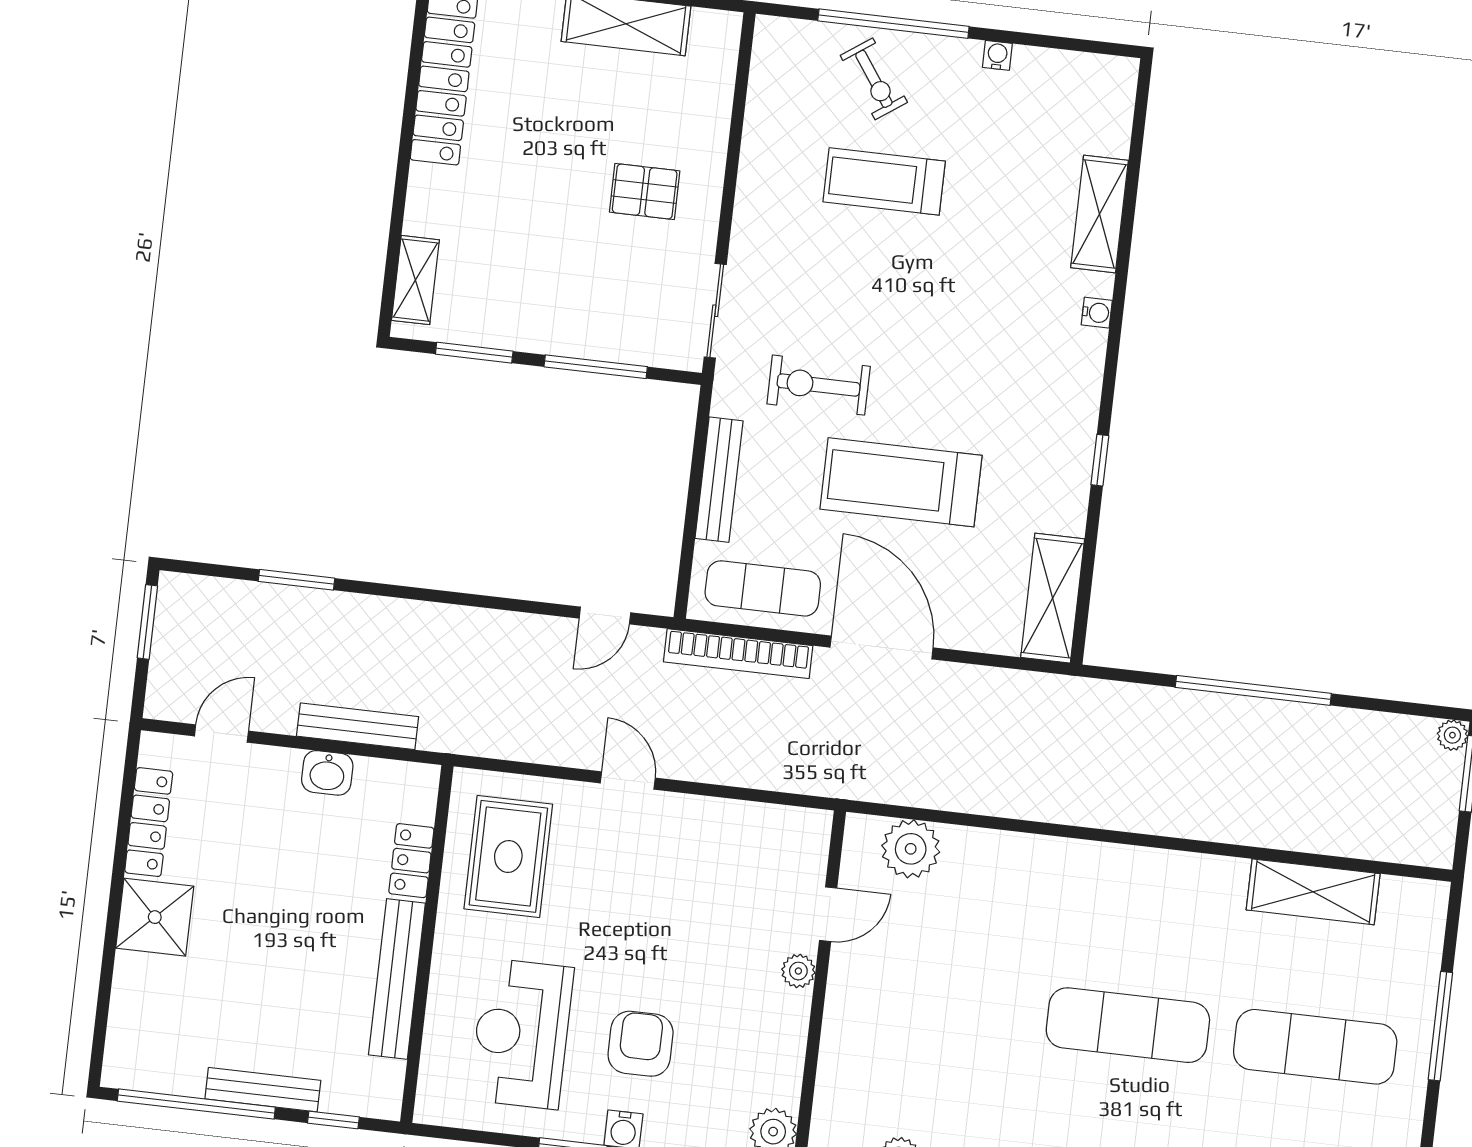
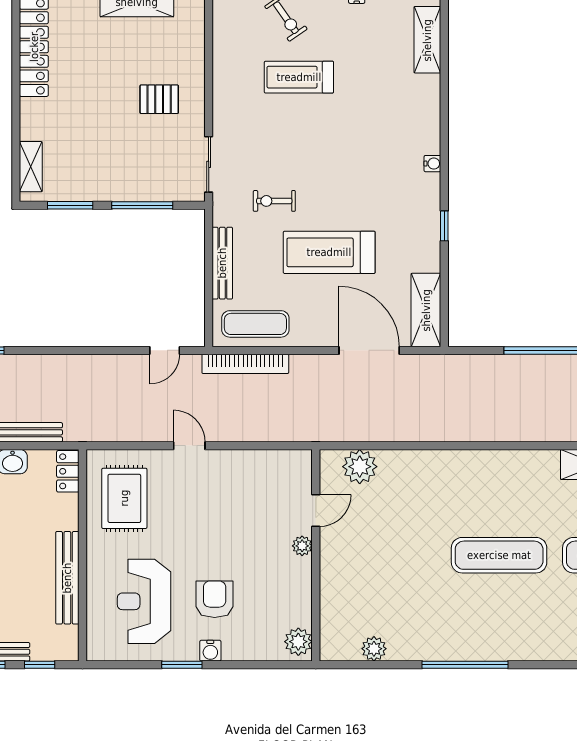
shelving: (1100, 214) -> (427, 40), moved
water cooler: (1097, 313) -> (432, 164), moved
exercise bike: (819, 385) -> (274, 201), width x0.73, depth x0.72
door: (882, 647) -> (369, 350), moved
locker: (411, 861) -> (68, 471), moved

